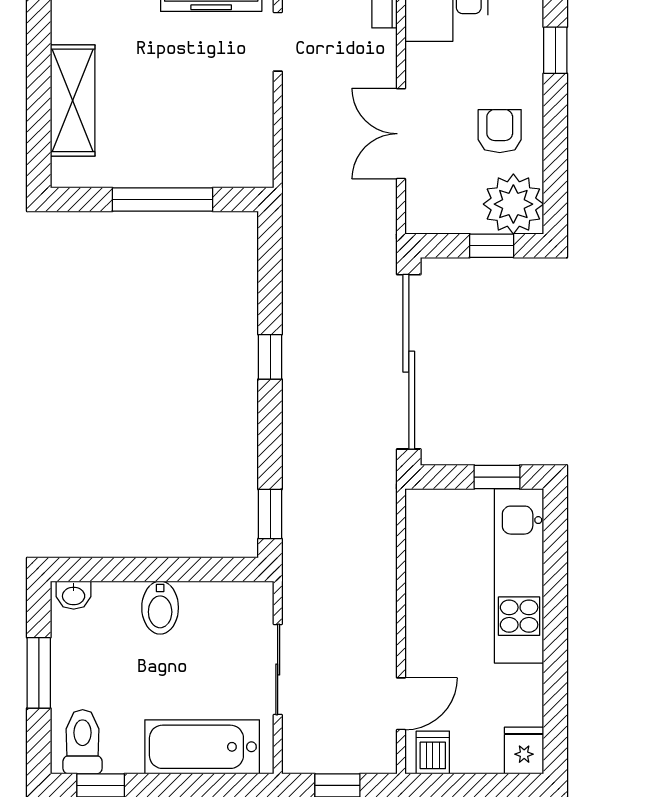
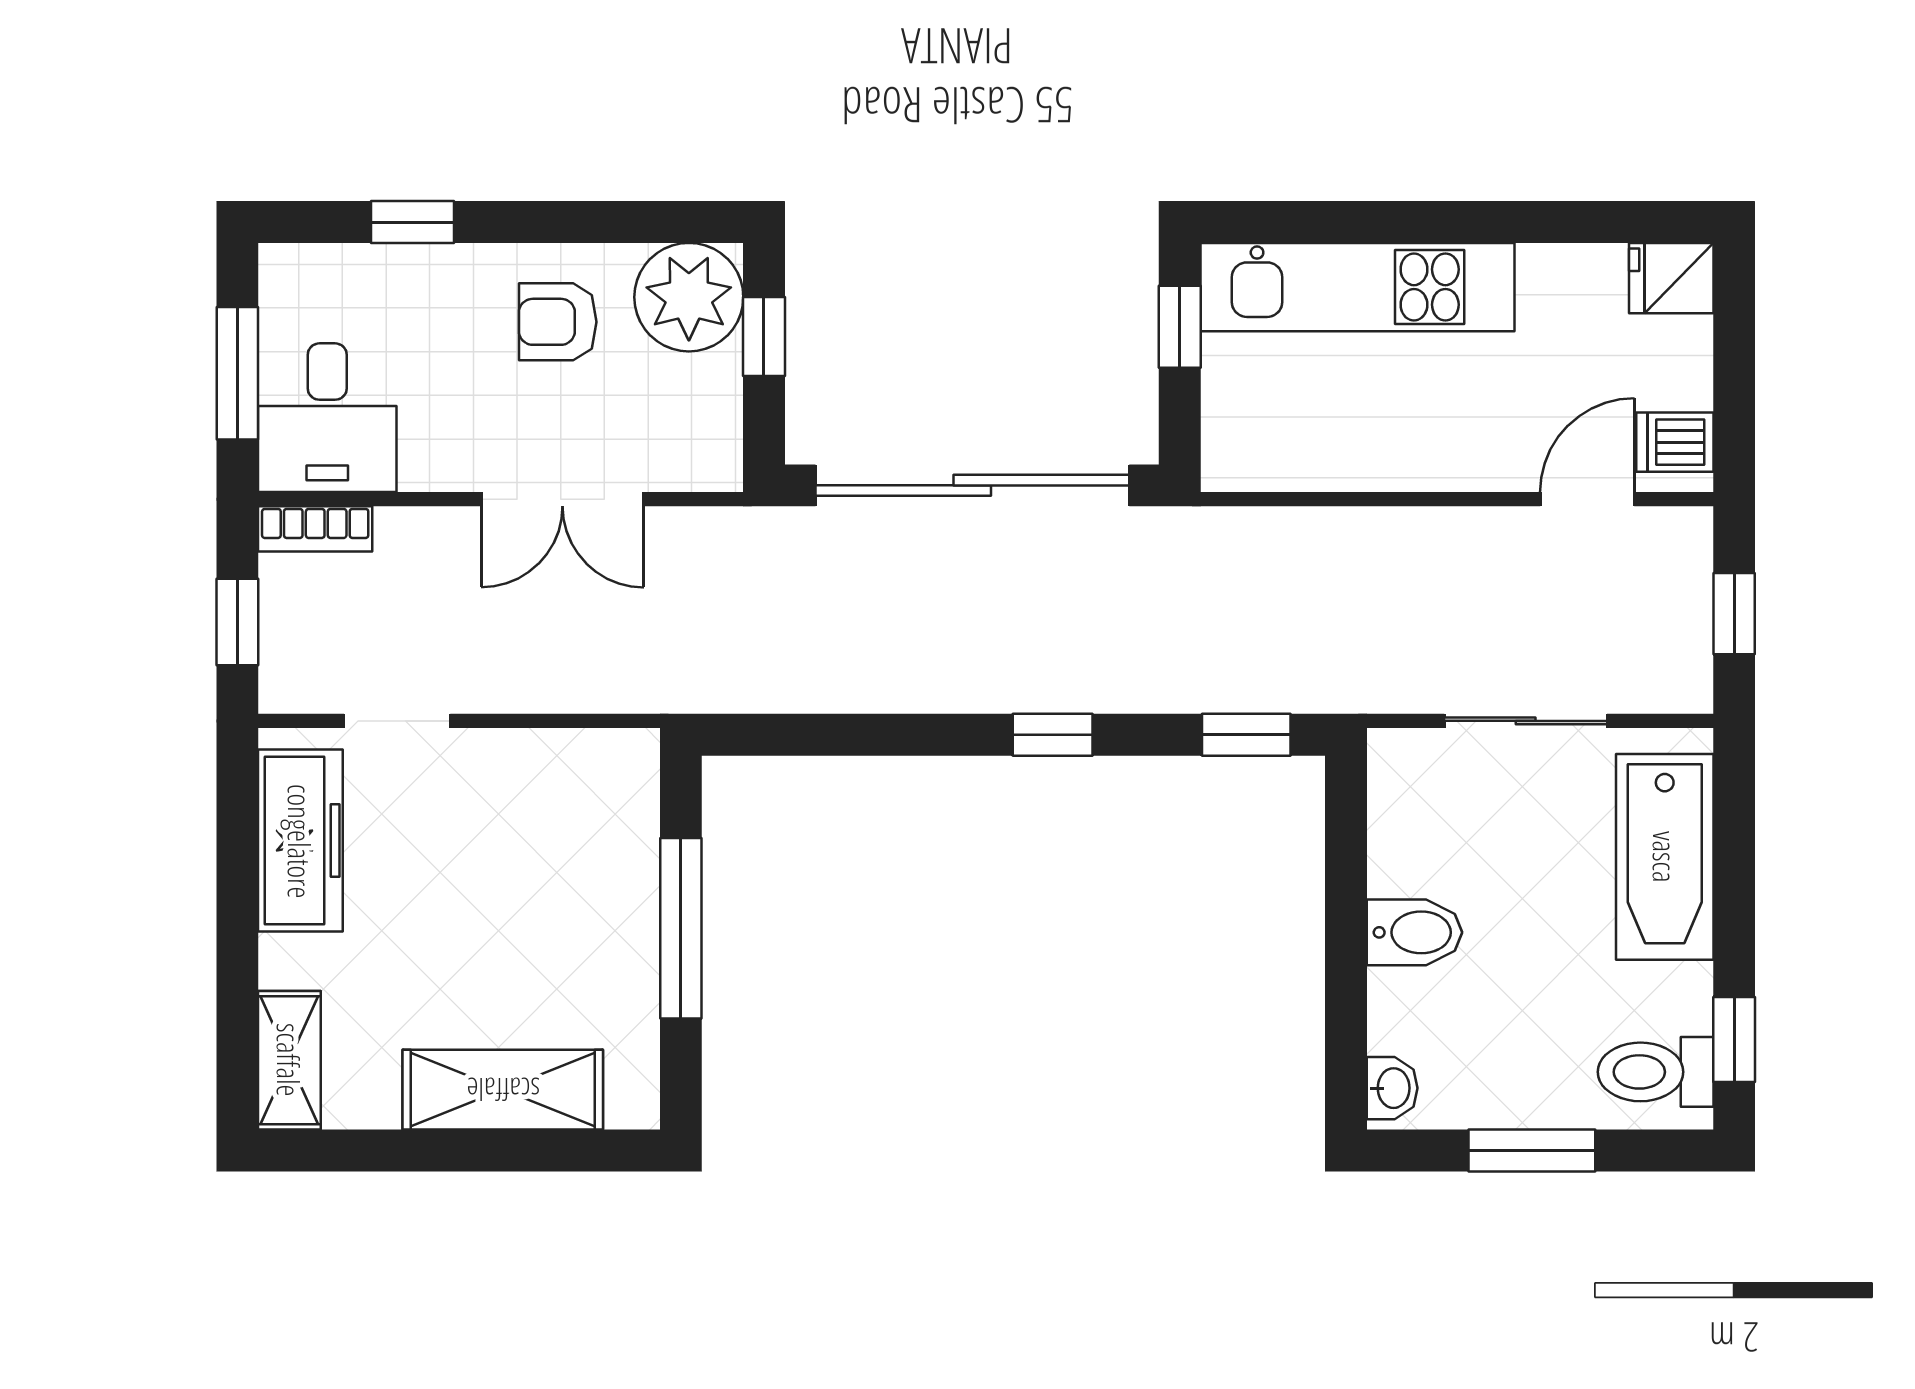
window: (270, 357) -> (1053, 735), moved
door: (401, 704) -> (1587, 499), hinge flipped

